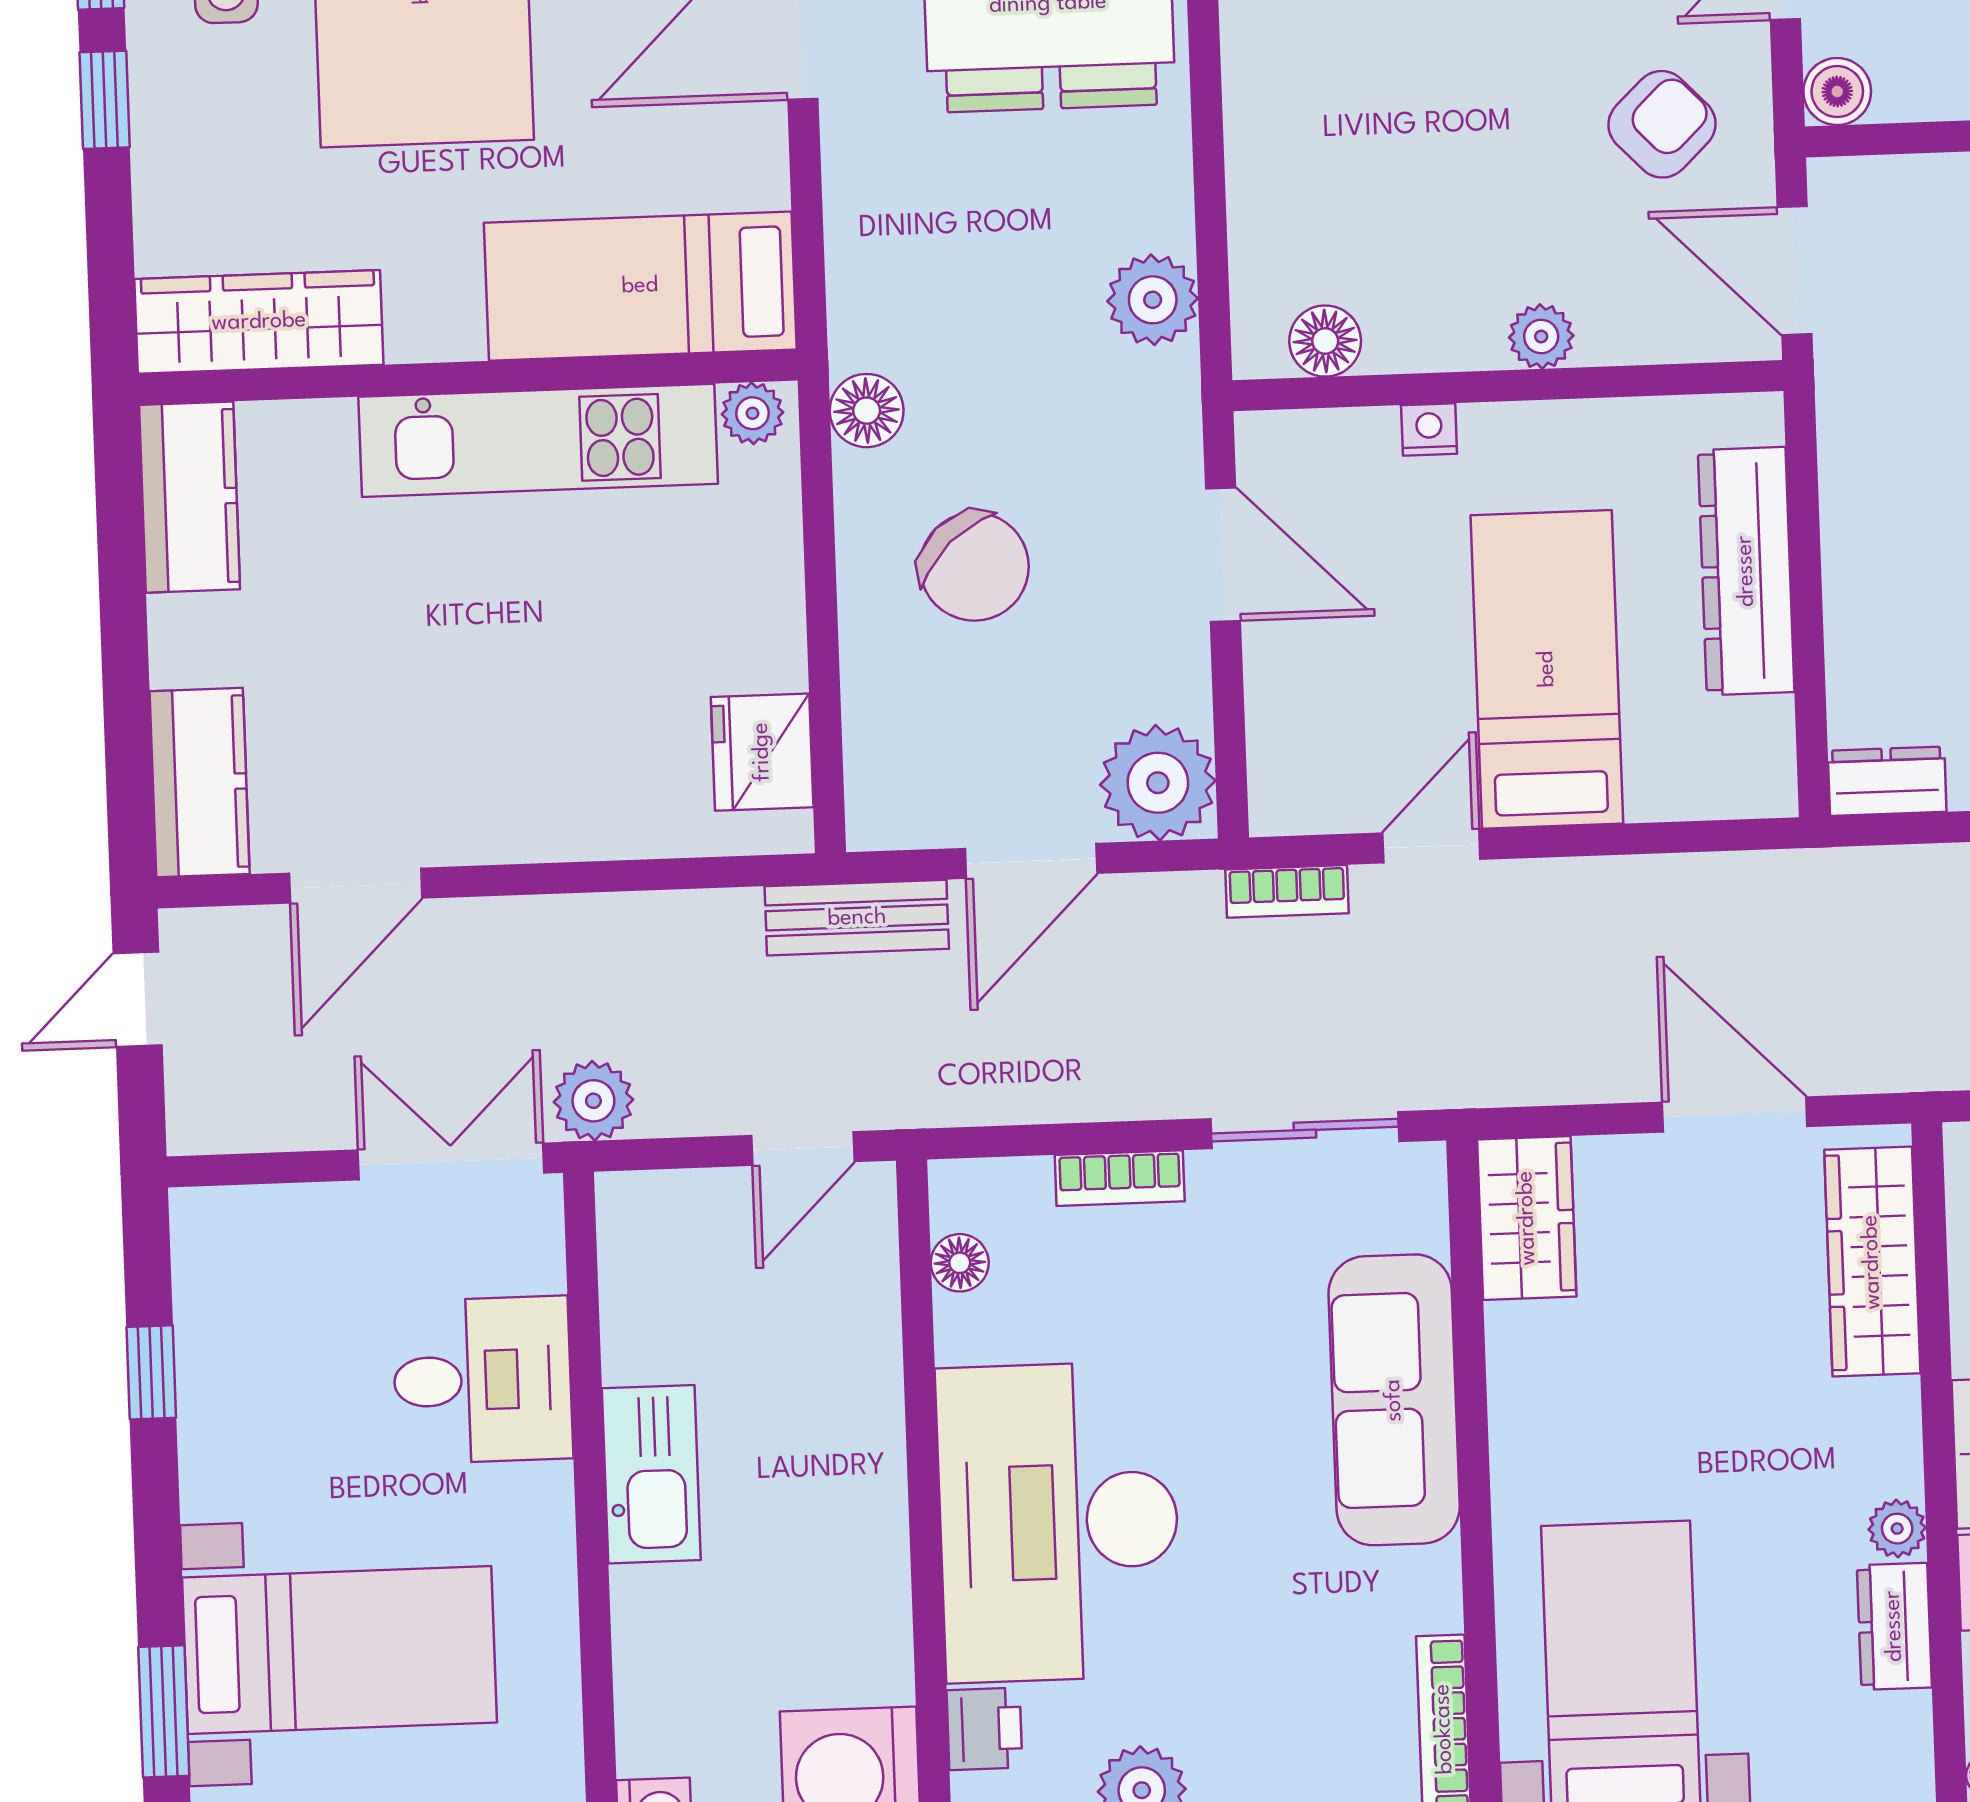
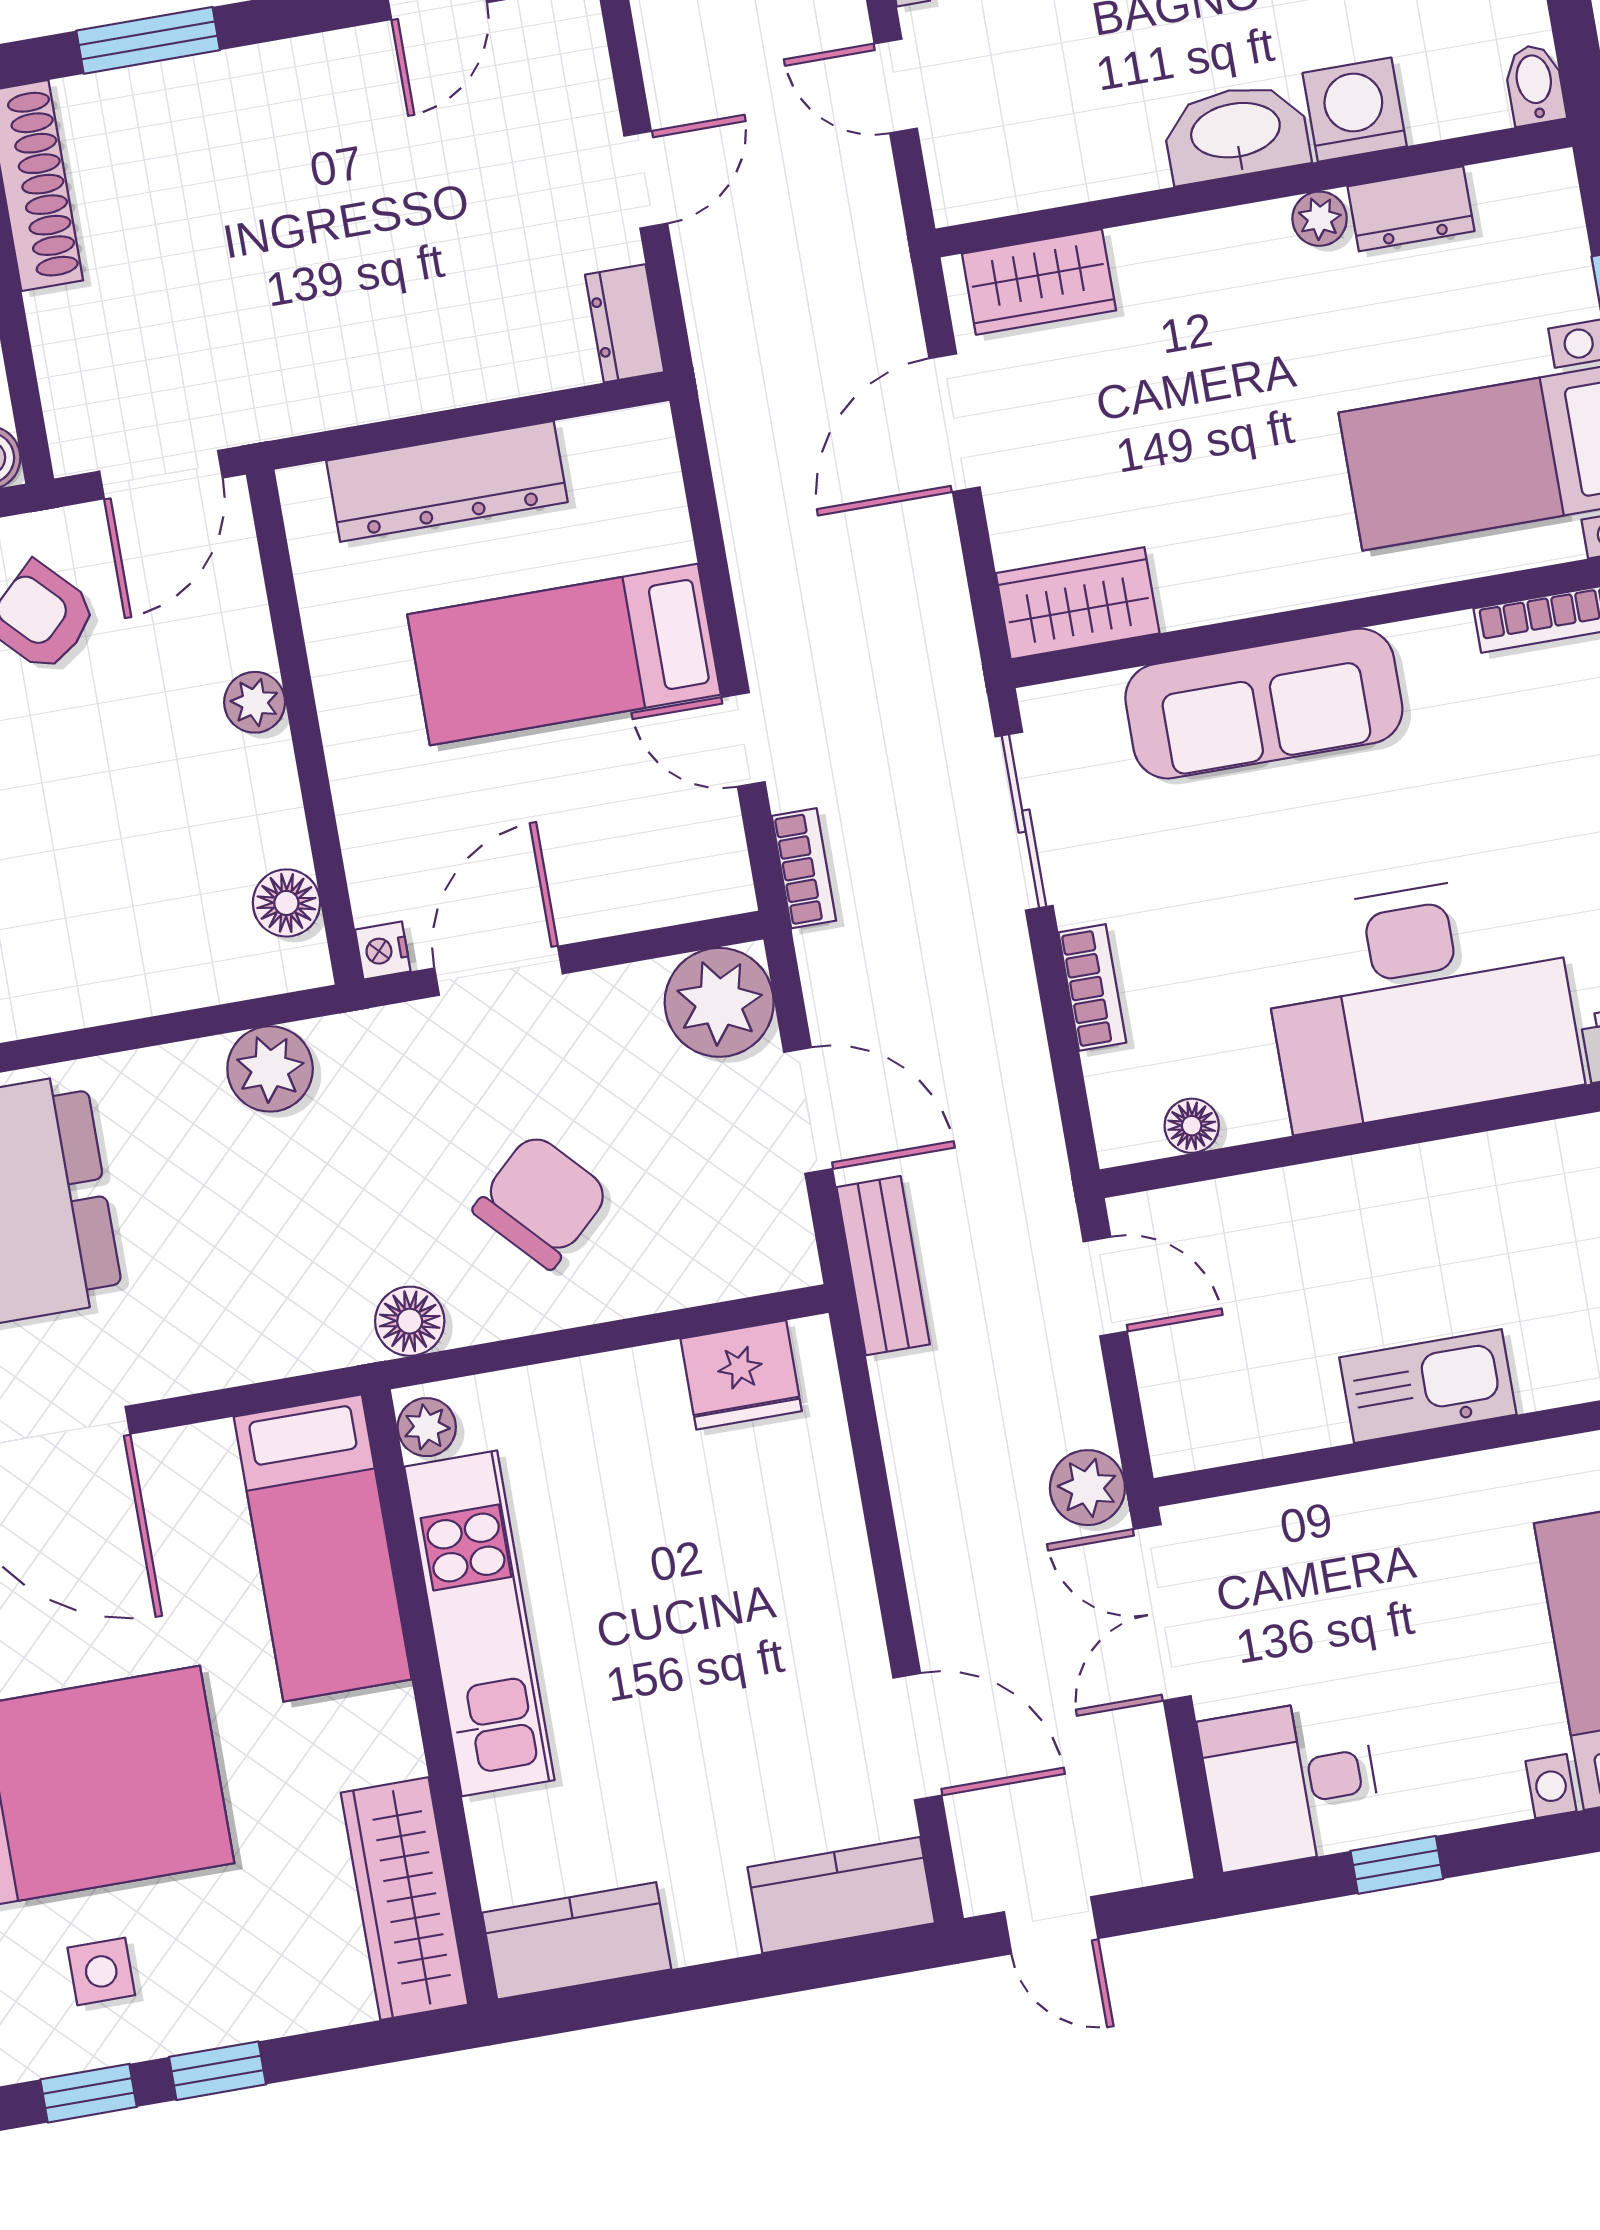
nightstand: (1429, 430) -> (383, 950), moved
wardrobe: (1872, 1262) -> (1039, 282), width x0.67
desk: (482, 1380) -> (1291, 1783), moved, turned -90

